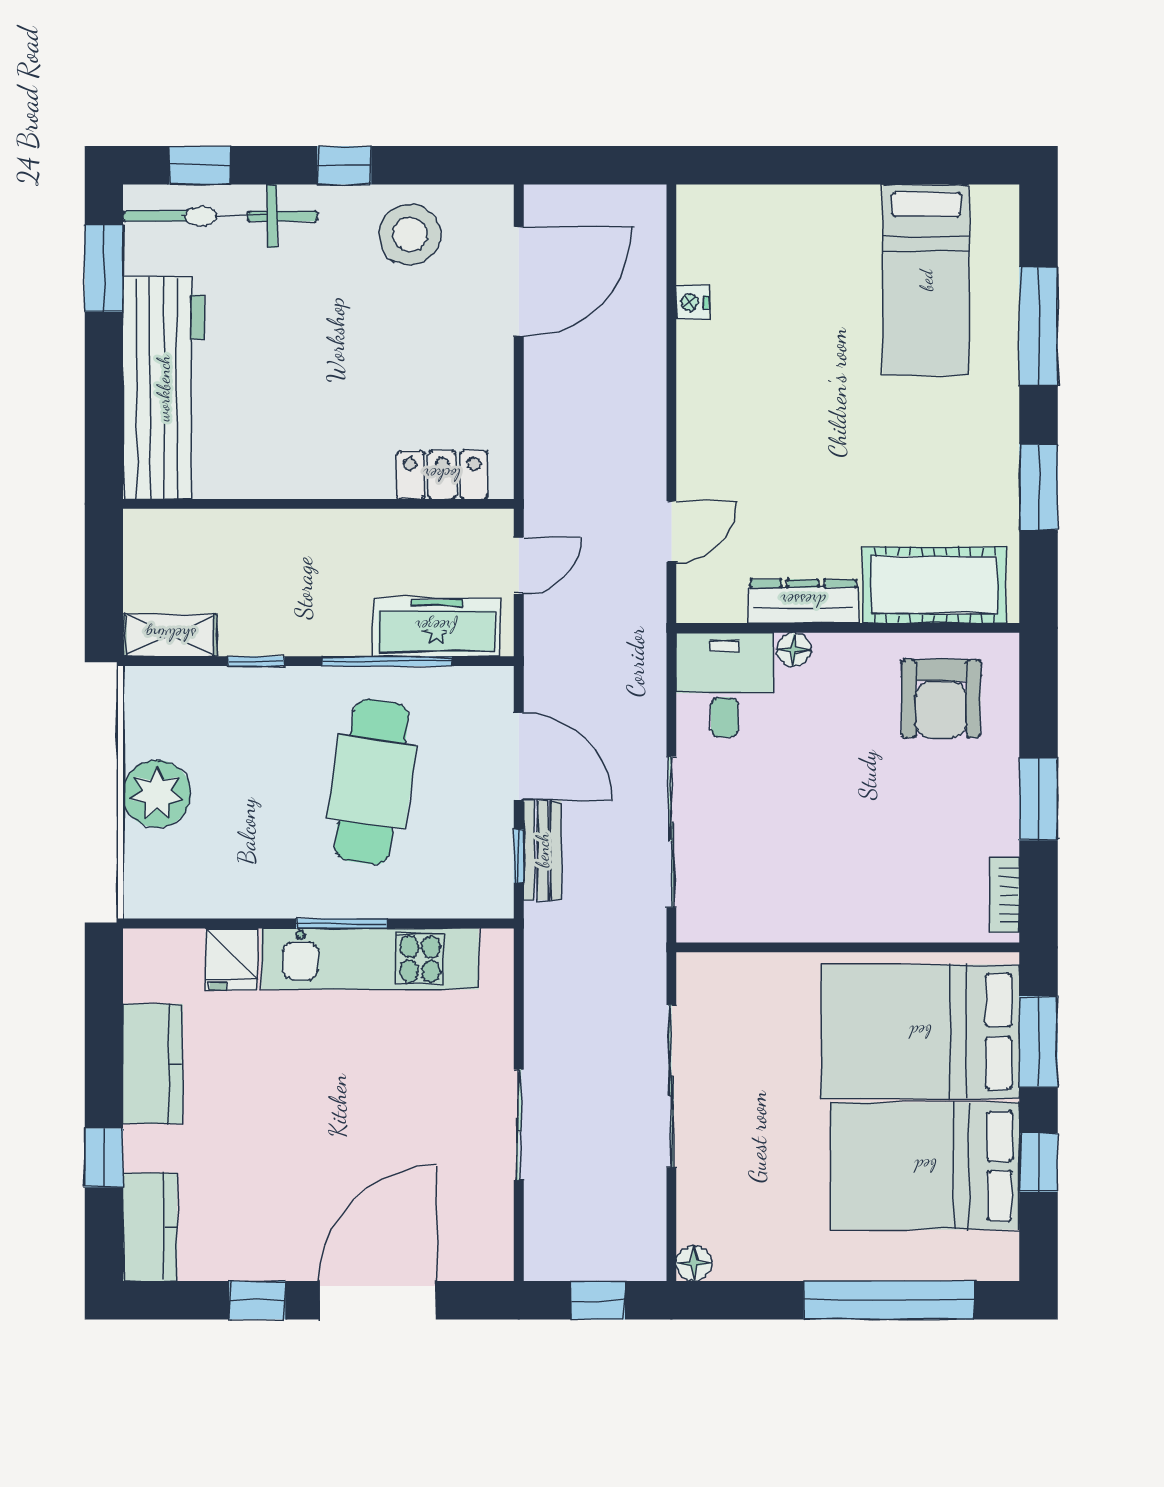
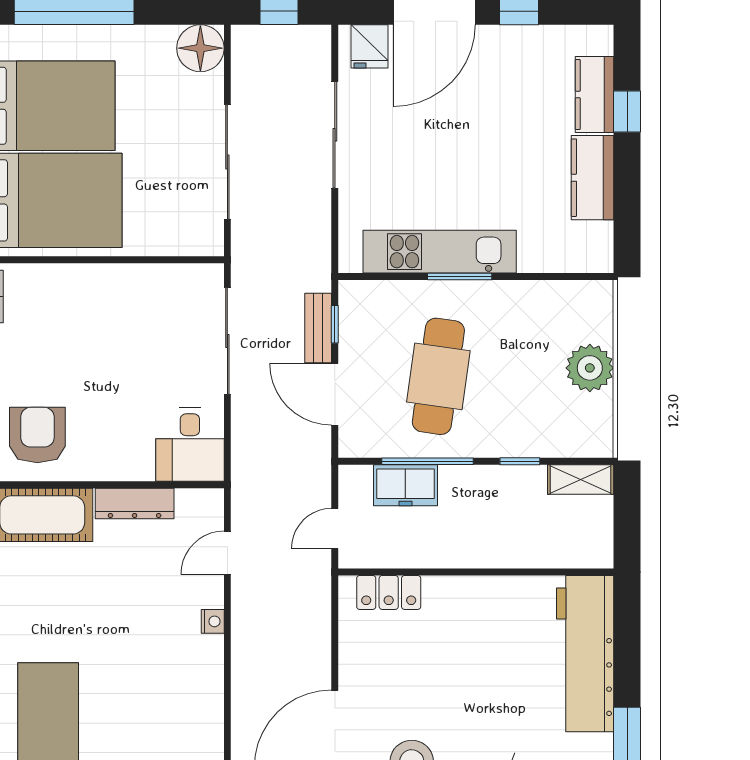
nightstand: (692, 302) -> (213, 621), moved
freezer: (436, 627) -> (405, 485), width x0.71
floor lamp: (794, 649) -> (141, 470), removed
fridge: (232, 959) -> (370, 46), moved, turned 180
sliding door: (519, 1125) -> (335, 135), width x1.37
kitchen counter: (150, 1227) -> (595, 95), moved
floor lamp: (694, 1263) -> (200, 48), width x1.89, depth x1.89

